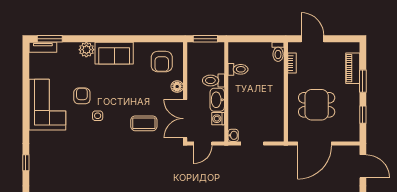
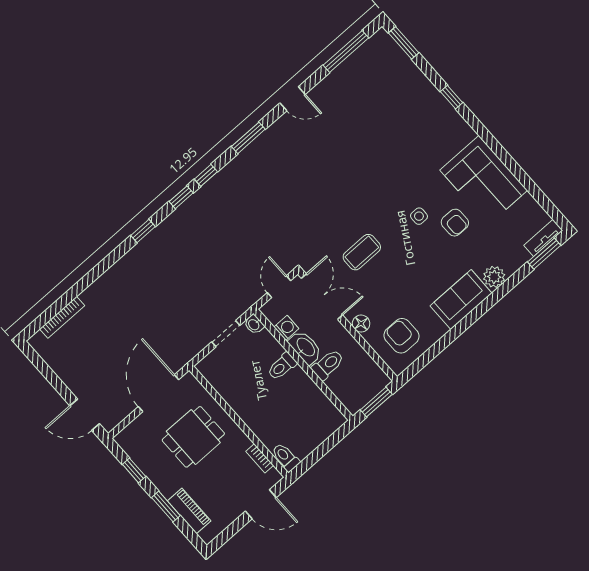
toilet: (238, 69) -> (282, 366), moved

